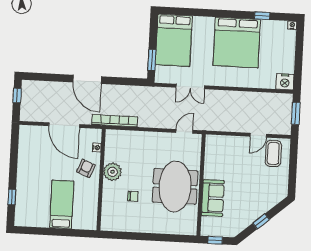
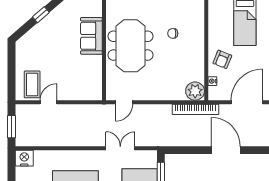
door: (64, 125) -> (247, 102), hinge flipped
plant: (112, 172) -> (195, 91), moved

